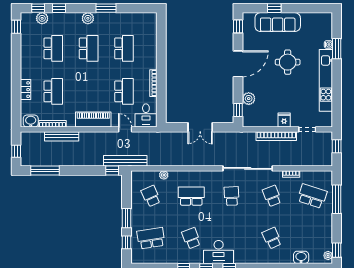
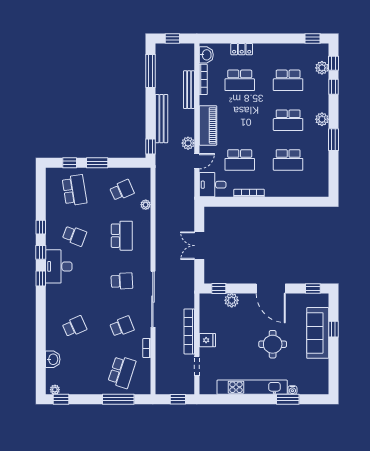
plant: (109, 137) -> (188, 143), added
bench: (125, 161) -> (161, 119), moved
school desk: (191, 238) -> (74, 236), turned 42

